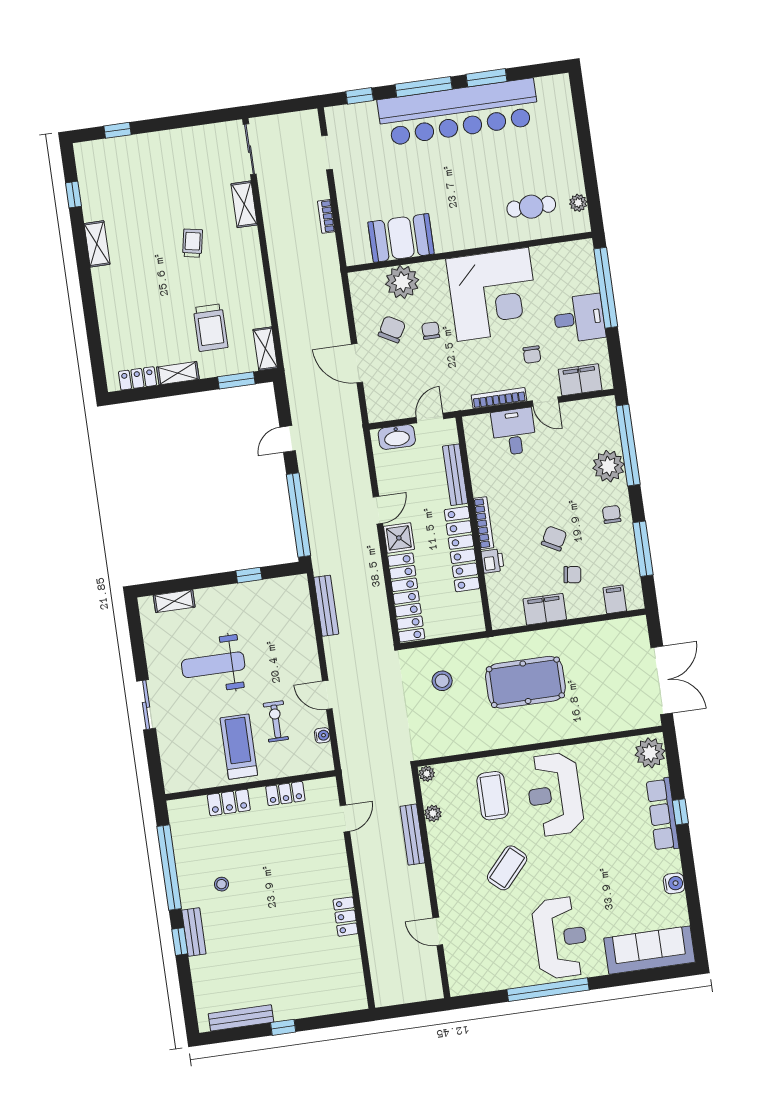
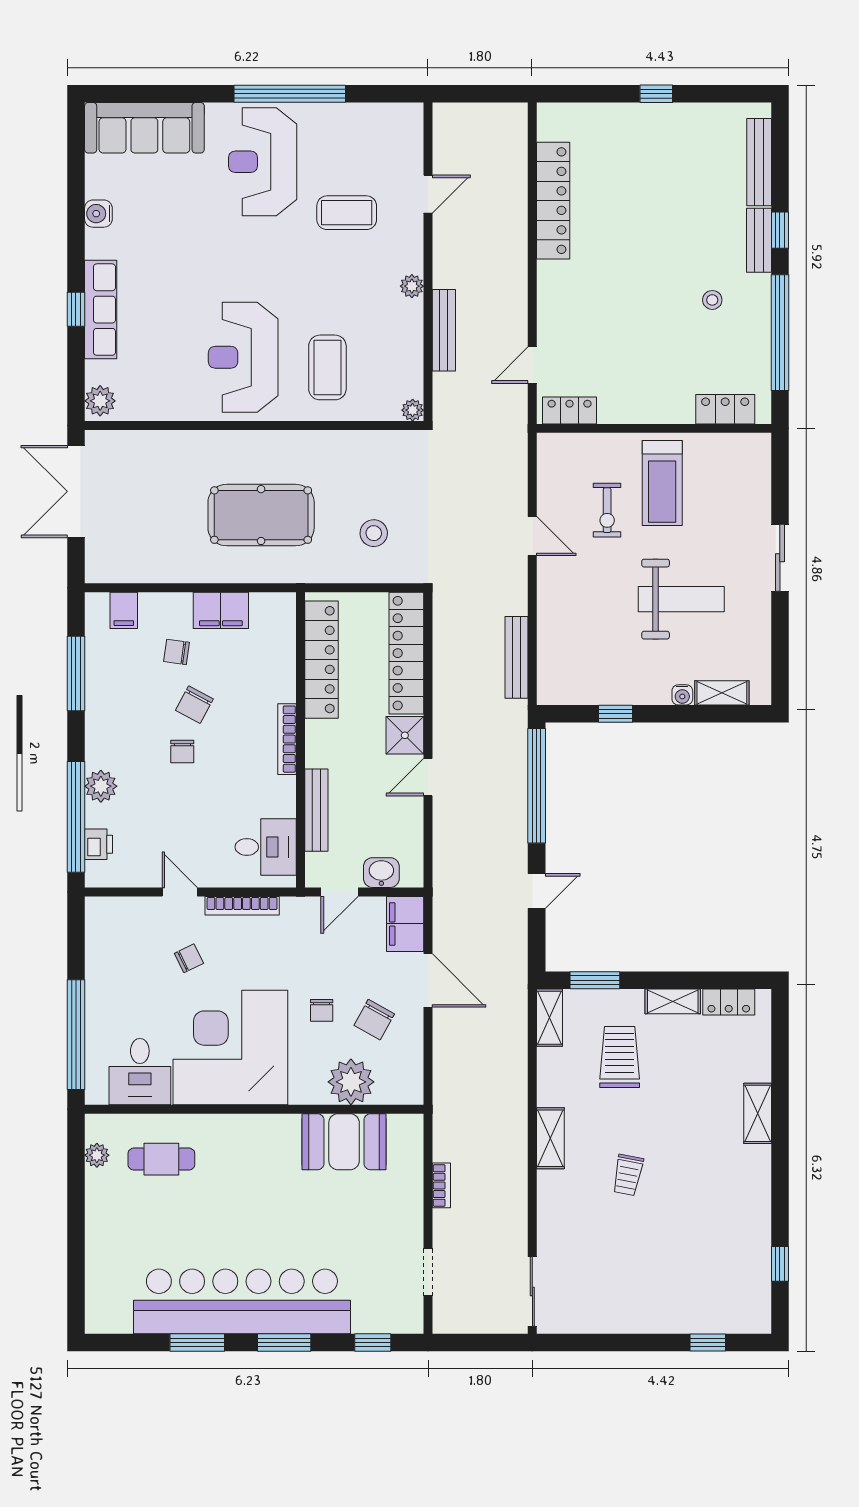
window: (424, 87) -> (284, 1342), width x0.69
shelving: (244, 204) -> (550, 1138), moved
shelving: (97, 244) -> (758, 1113), moved
desk: (579, 318) -> (140, 1072), moved, turned -90
chair: (532, 355) -> (189, 958), turned 64
filing cabinet: (580, 380) -> (405, 924), moved, turned 90
desk: (514, 432) -> (266, 847), moved, turned -90
washbasin: (397, 437) -> (381, 873), width x0.72
plant: (608, 466) -> (101, 786), width x0.73, depth x0.73
chair: (612, 514) -> (182, 752), moved
locker: (462, 549) -> (321, 660), moved
printer: (493, 561) -> (99, 844), moved, turned 180
water cooler: (322, 735) -> (682, 695), moved, turned -90
plant: (650, 753) -> (100, 401), width x0.73, depth x0.73
locker: (285, 794) -> (570, 410), moved
reception desk: (555, 794) -> (243, 357), turned 180
locker: (229, 803) -> (725, 409), moved
plant: (433, 813) -> (412, 286), moved
coffee table: (507, 868) -> (347, 213), moved, turned 48
locker: (346, 917) -> (553, 201), width x2.16, depth x1.21
door: (438, 931) -> (428, 194), hinge flipped
bench: (241, 1018) -> (759, 162), moved, turned 90

